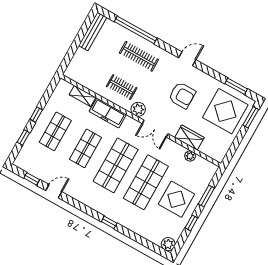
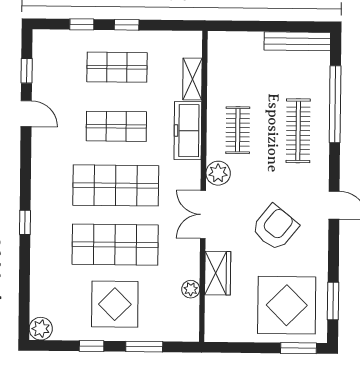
armchair: (182, 95) -> (275, 227), turned -141

